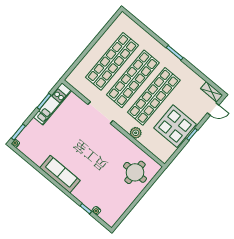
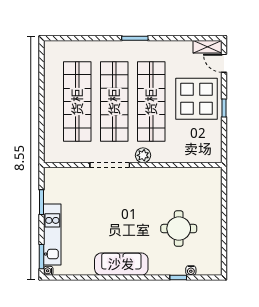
kitchen unit: (52, 104) -> (52, 234), moved
door: (213, 109) -> (224, 63), swing flipped
display table: (175, 126) -> (196, 99), moved
plant: (136, 133) -> (143, 155), moved
round table: (135, 172) -> (179, 229), moved

